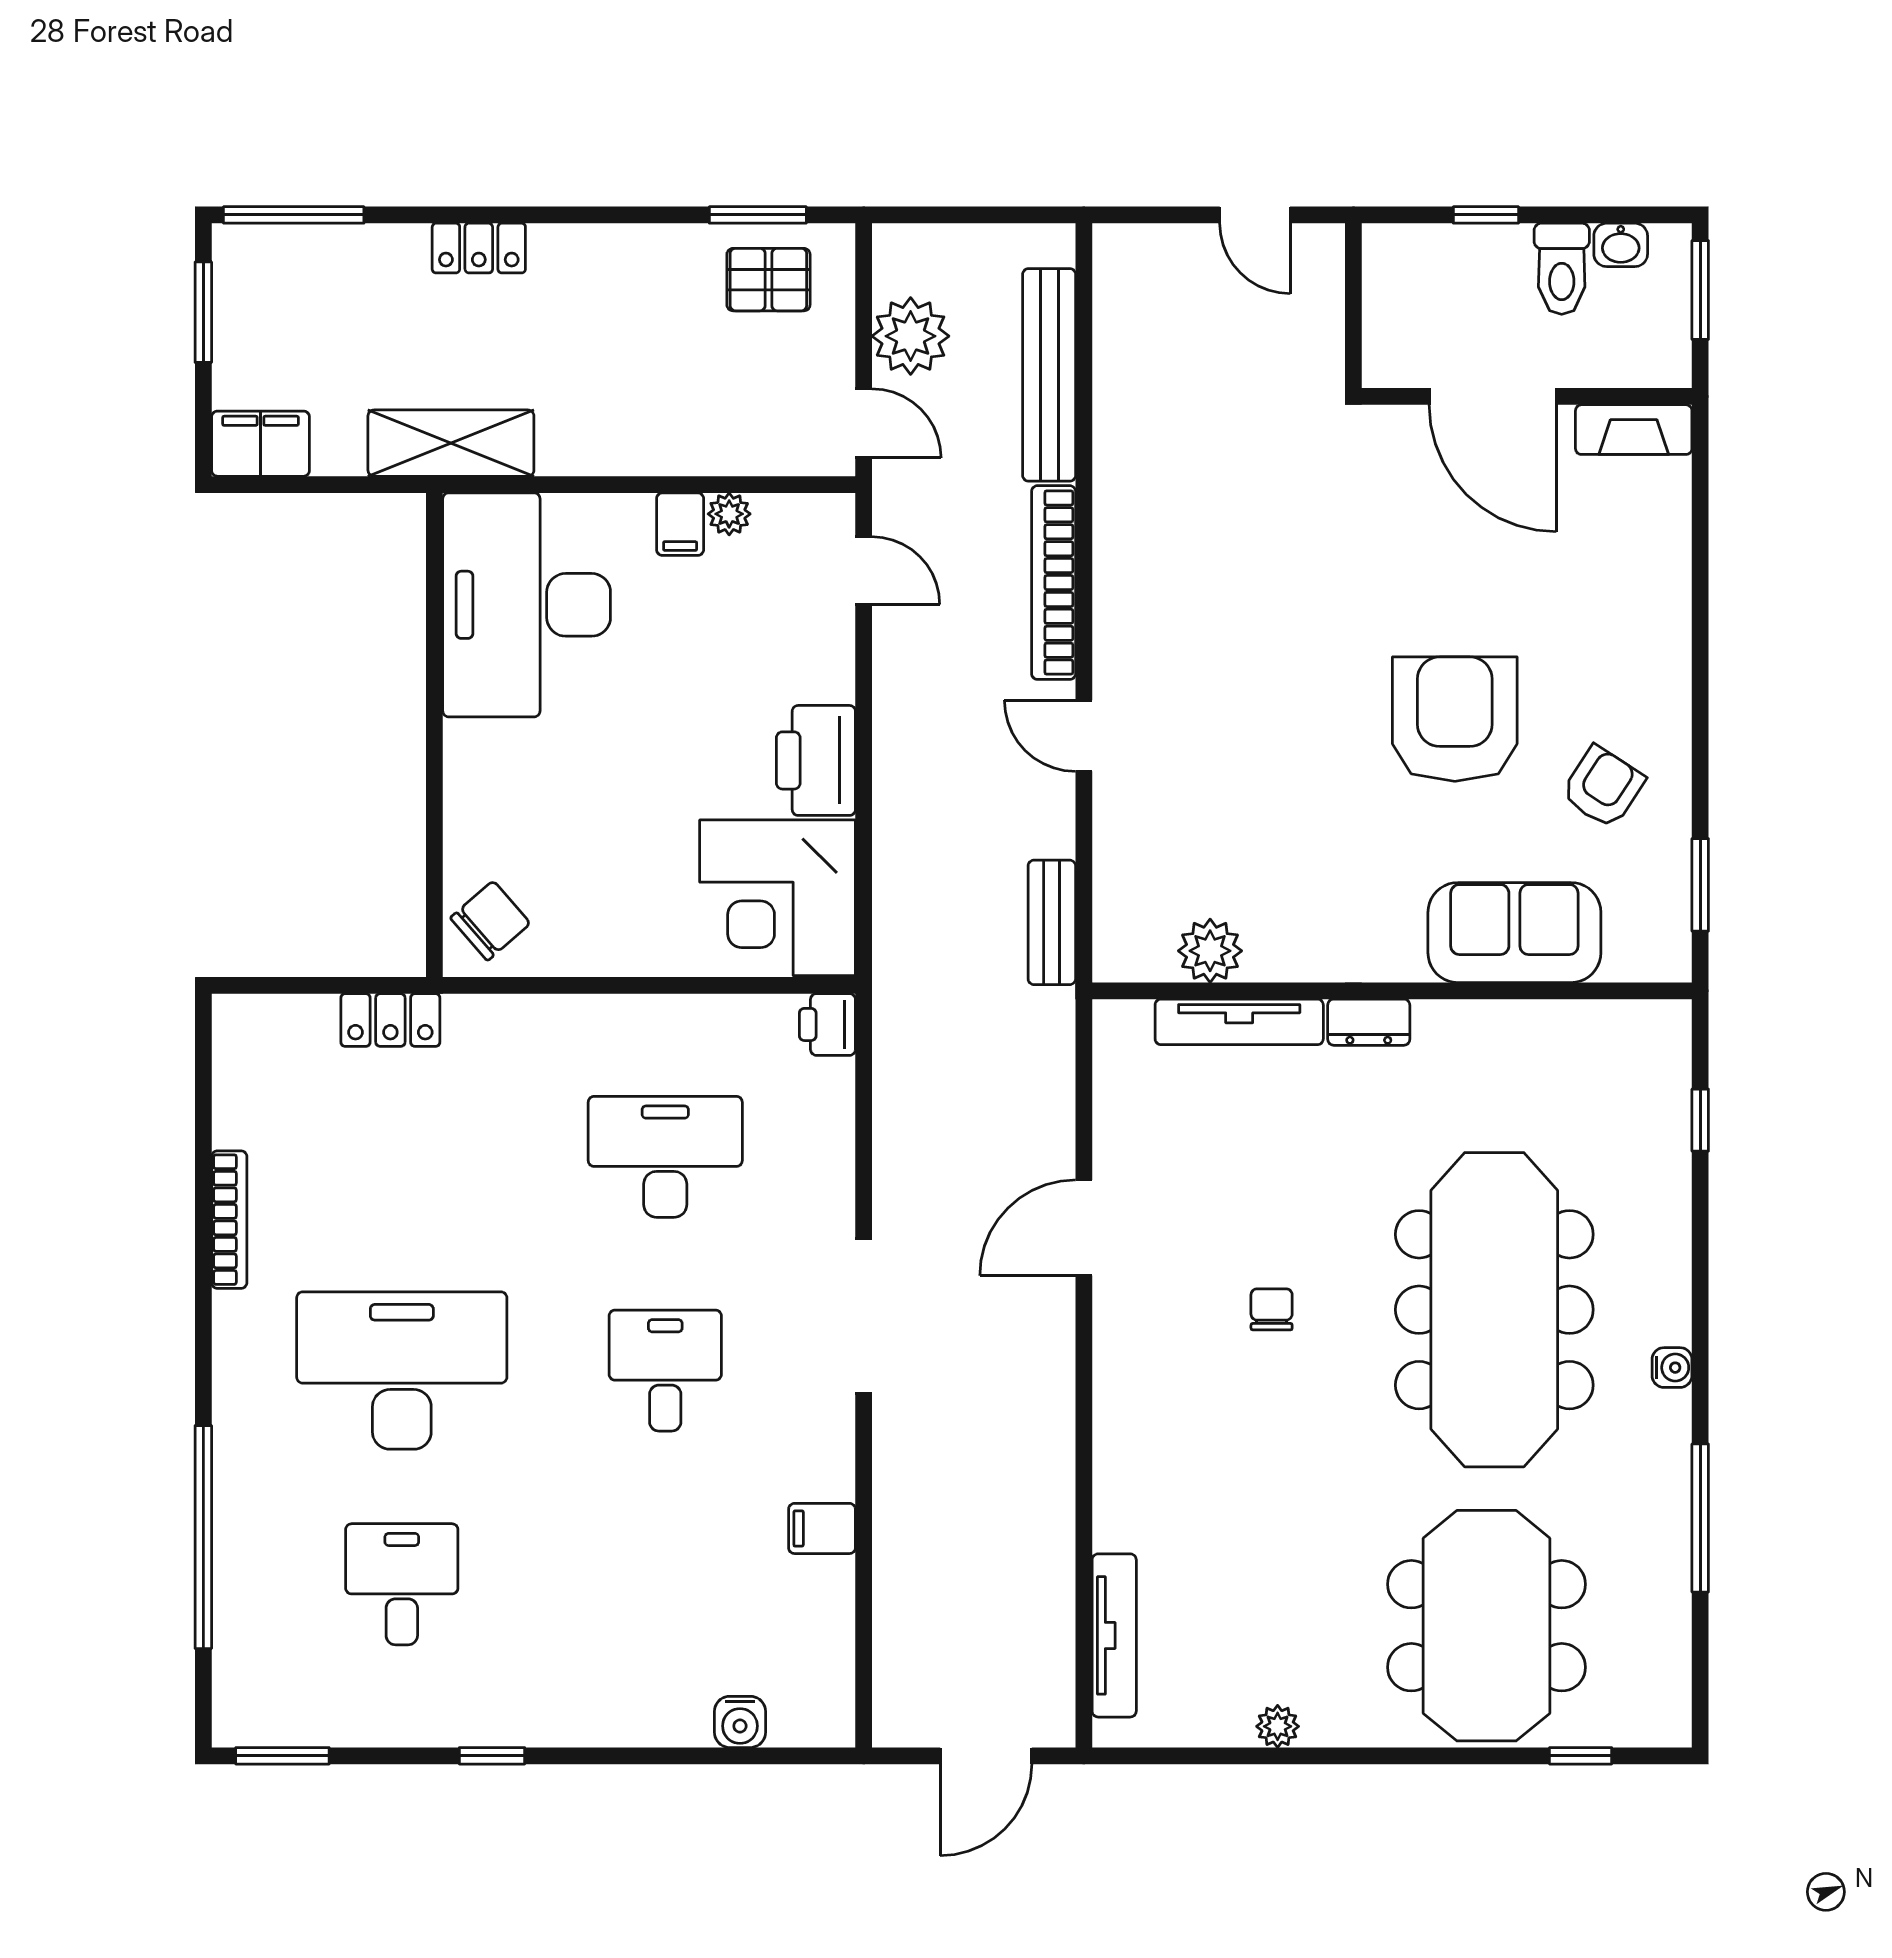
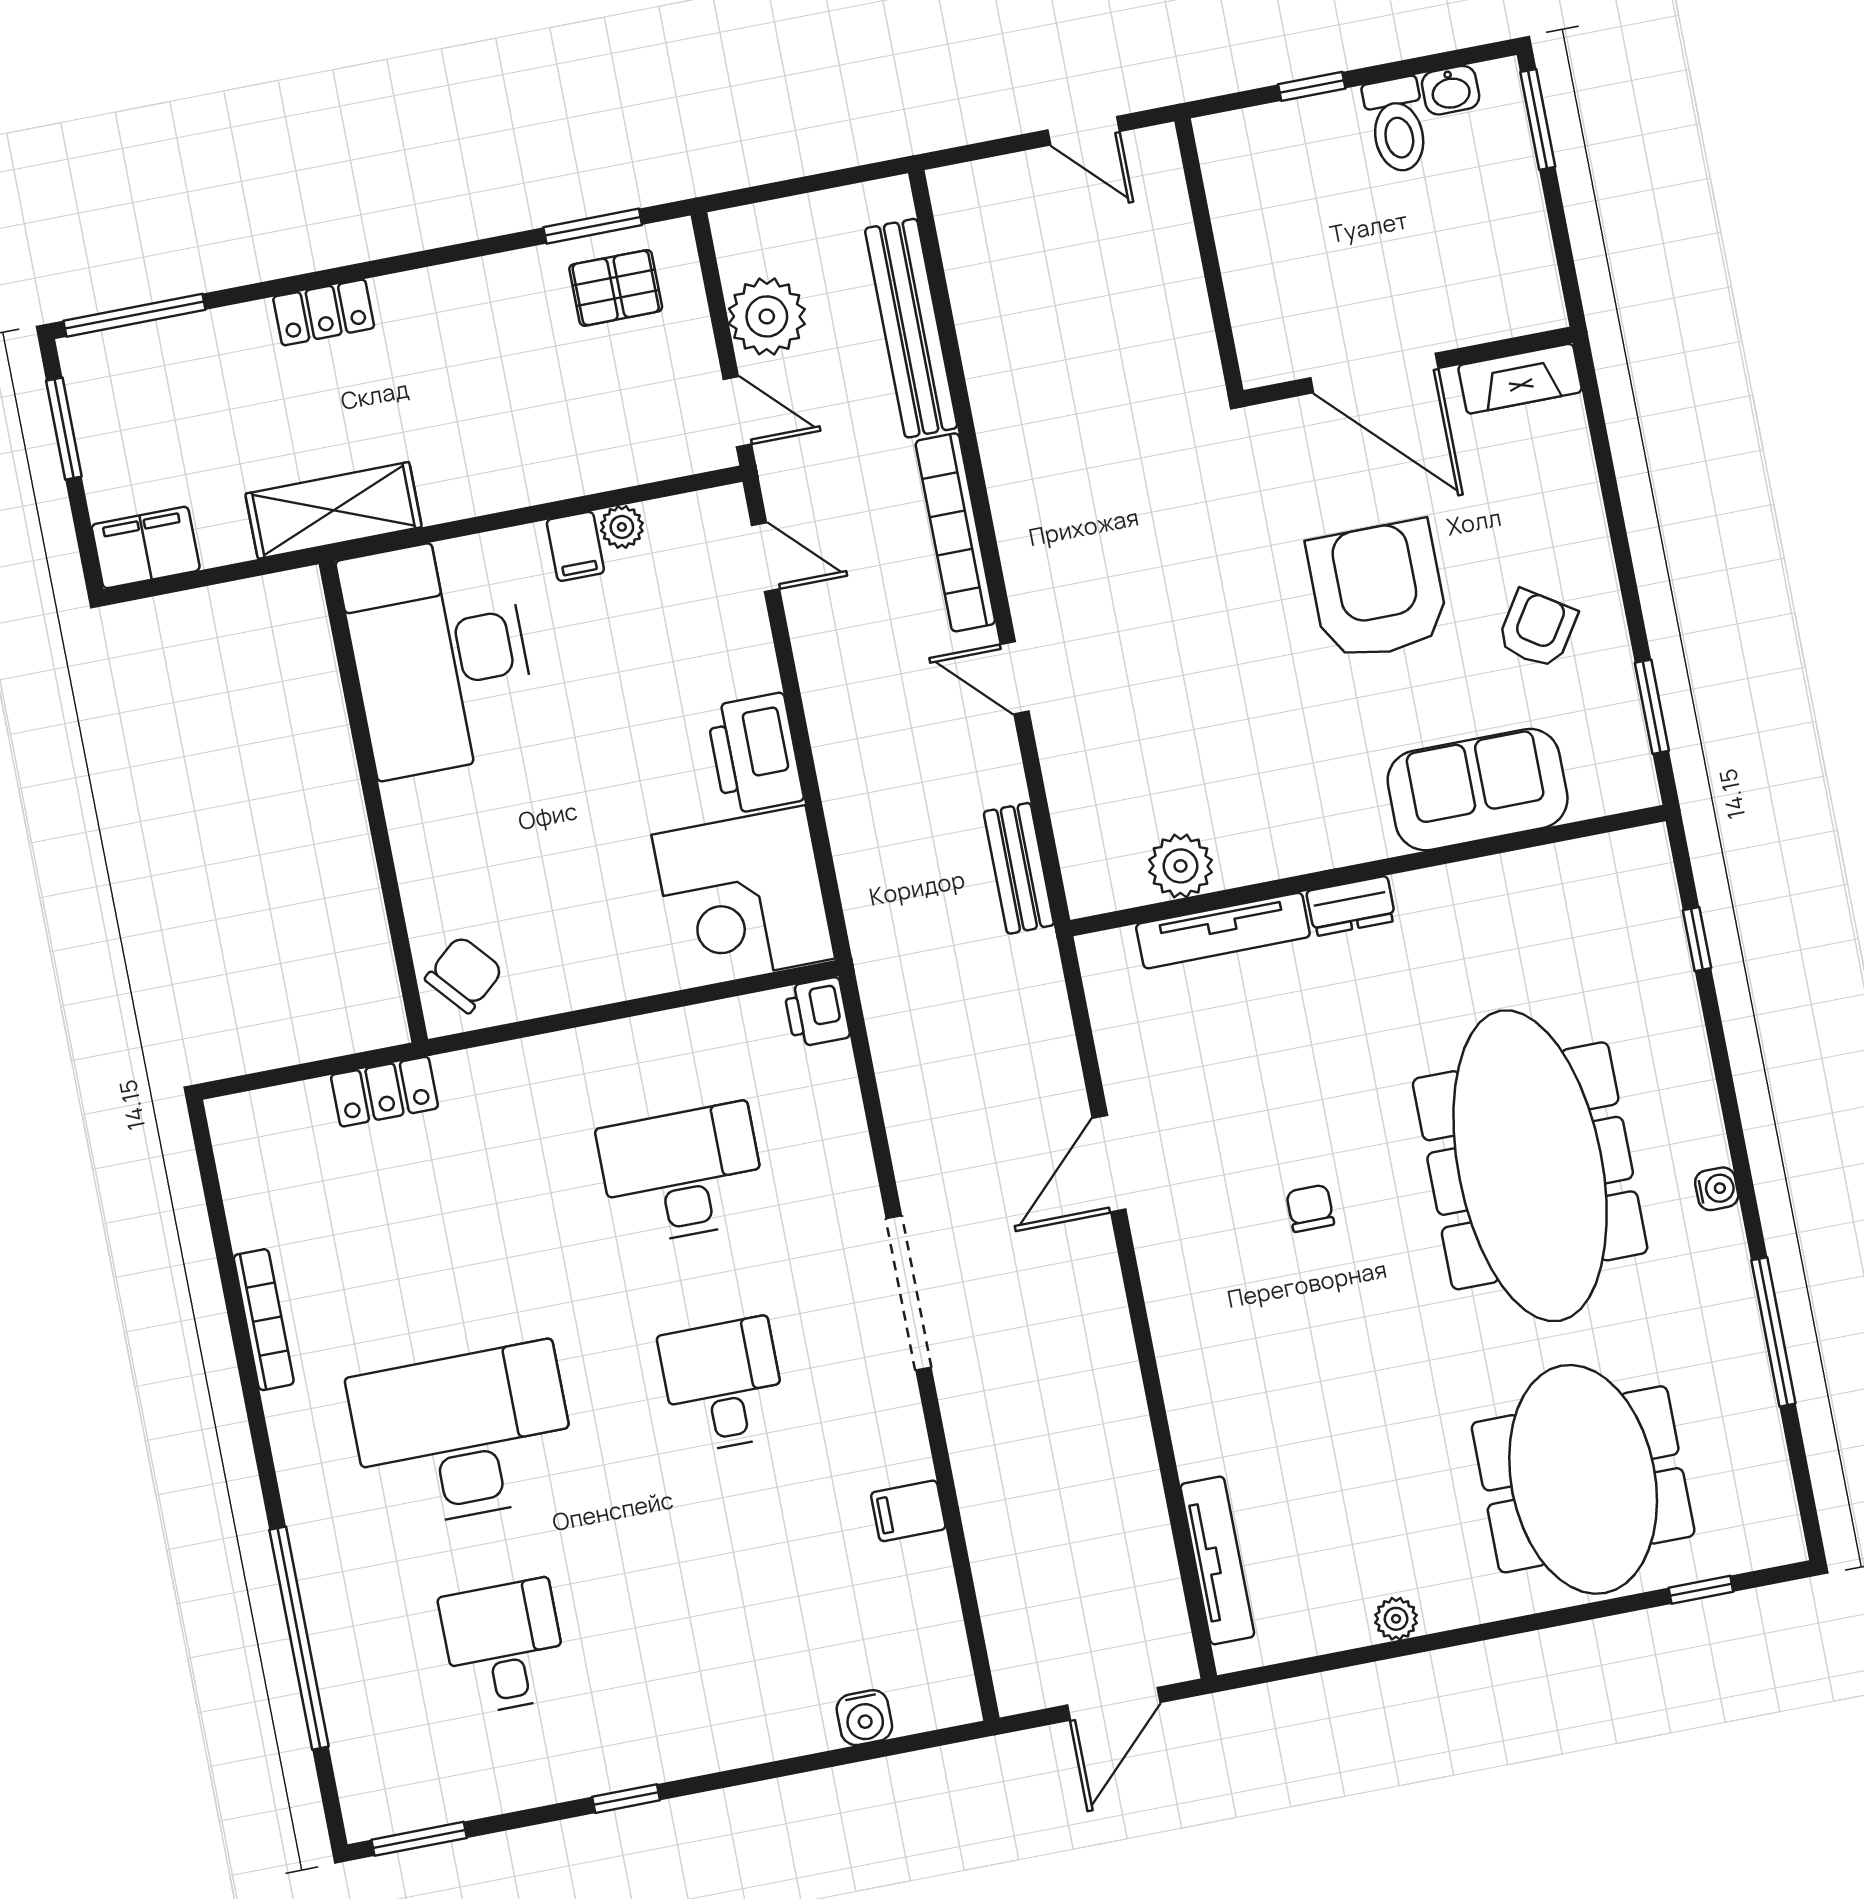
door: (1493, 396) -> (1374, 373), moved
wall: (1527, 396) -> (1408, 367), moved
fireplace: (1634, 430) -> (1520, 379), moved

